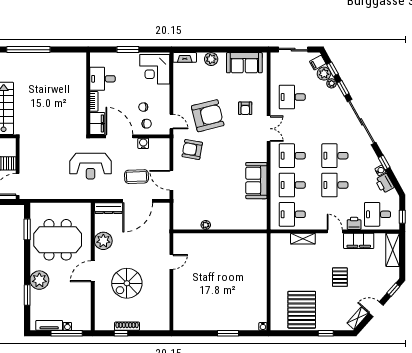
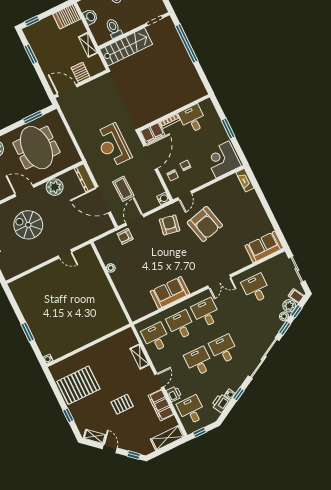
plant: (211, 59) -> (255, 203), removed
sofa: (244, 63) -> (264, 247), moved, turned 90
armchair: (245, 108) -> (125, 236), moved
water cooler: (143, 143) -> (163, 199), moved

